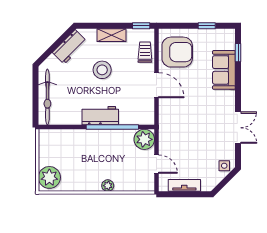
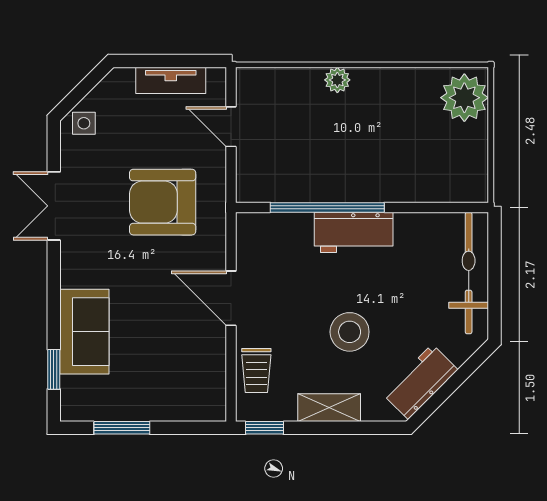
window: (207, 26) -> (122, 428), width x1.50
armchair: (177, 52) -> (163, 202), moved
plant: (144, 139) -> (258, 181), removed

